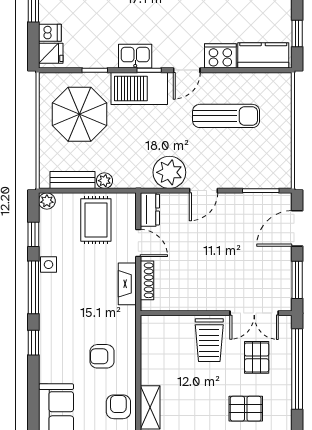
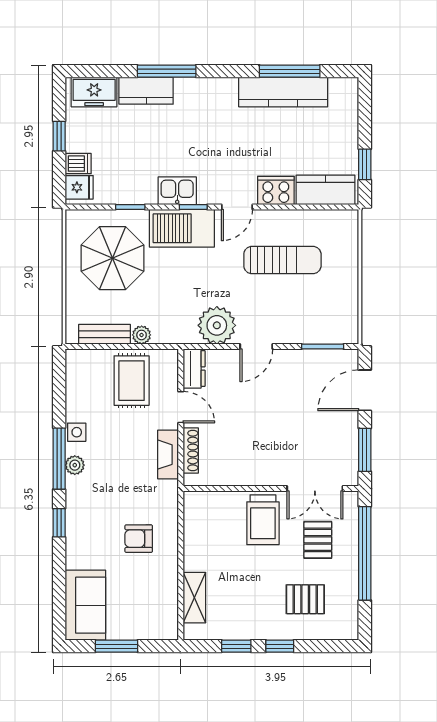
plant: (47, 201) -> (75, 465), moved
window: (33, 234) -> (59, 397), removed
armchair: (118, 407) -> (158, 597), removed

